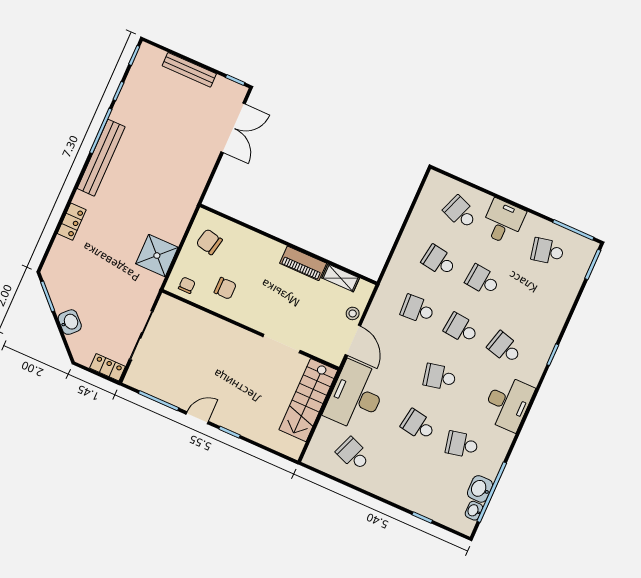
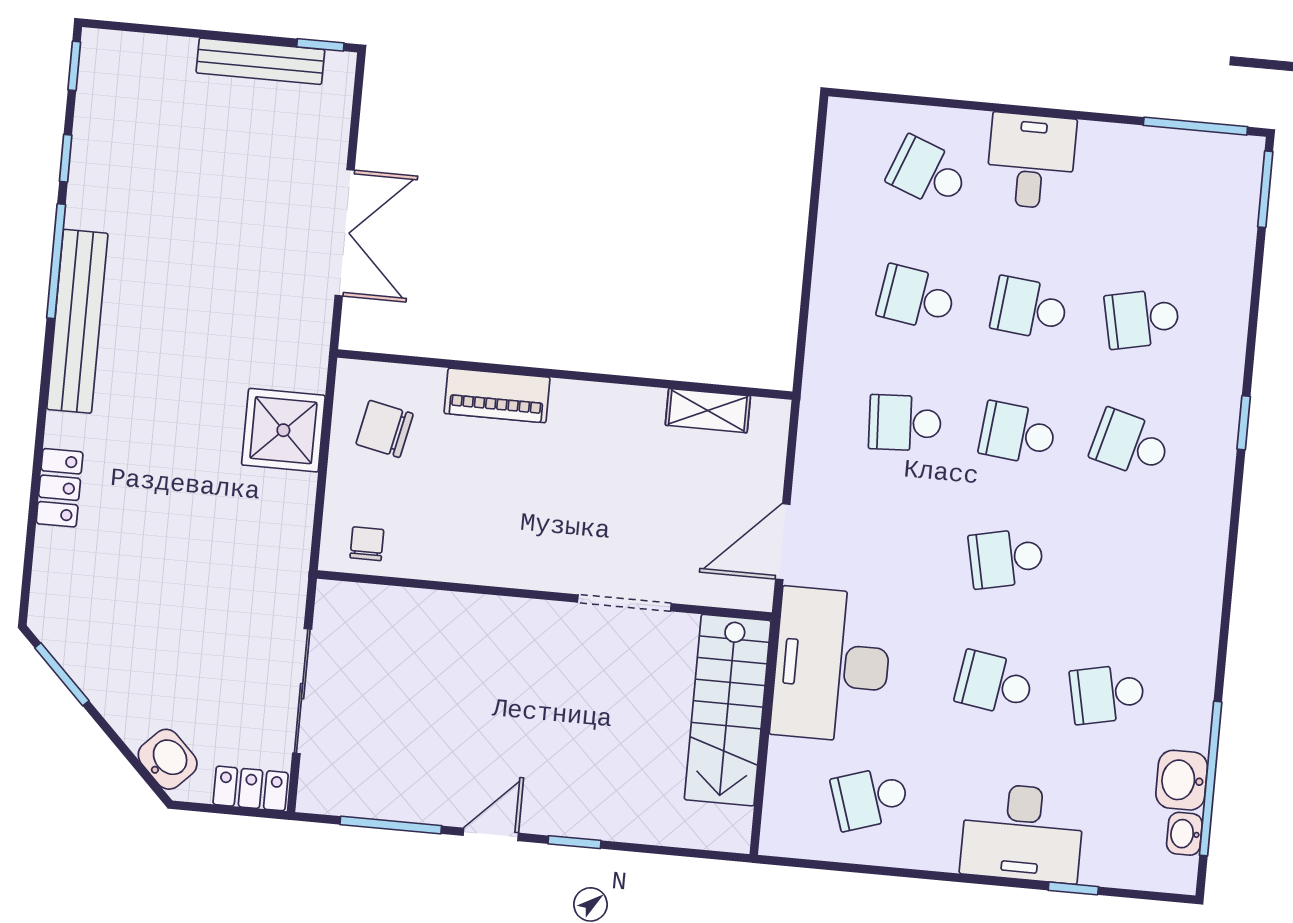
bench: (189, 70) -> (260, 61), moved
double door: (233, 128) -> (345, 233), moved
school desk: (548, 251) -> (1142, 319), moved
shower: (157, 256) -> (283, 430), moved
piano: (303, 263) -> (497, 395), moved
chair: (225, 288) -> (456, 521), removed
stool: (353, 313) -> (762, 482), removed
washbasin: (70, 322) -> (168, 759), moved
door: (353, 340) -> (783, 542), swing flipped
desk: (508, 403) -> (1022, 833), moved, turned 90
school desk: (353, 454) -> (870, 798), turned -39

